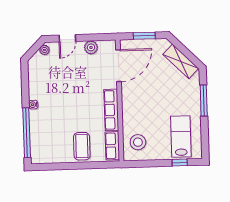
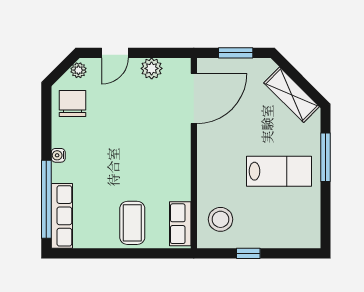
chair: (41, 71) -> (73, 103), added
row of seats: (111, 110) -> (62, 216), moved, turned 180
lab bench: (181, 137) -> (279, 171), moved, turned 90
window: (180, 163) -> (248, 253), moved

